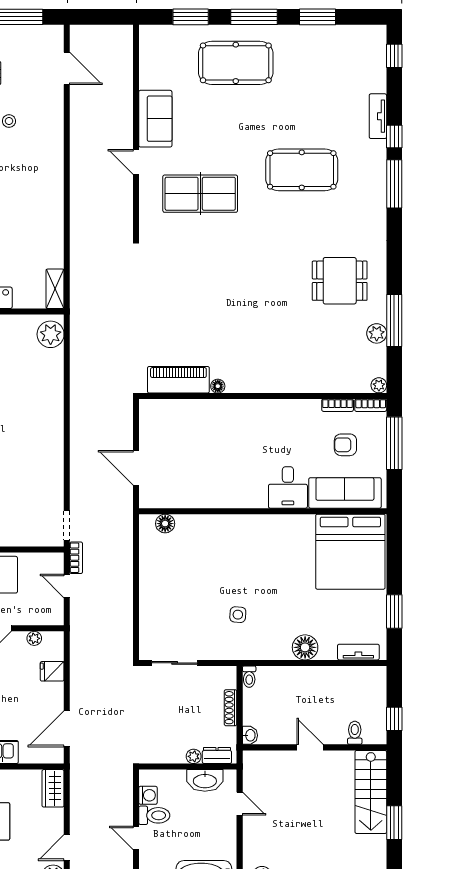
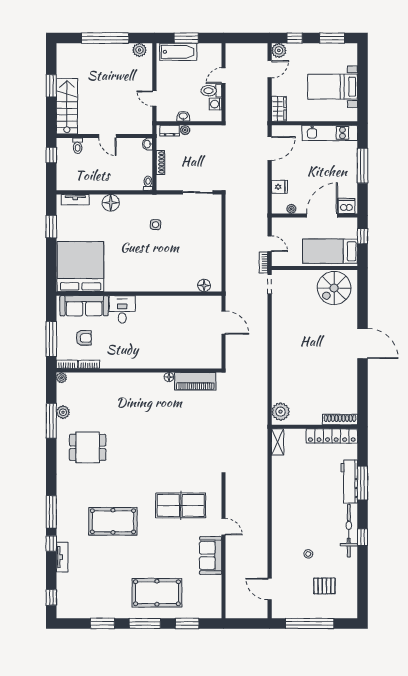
washbasin: (205, 780) -> (183, 116), width x0.52, depth x0.69
door: (136, 838) -> (224, 76), swing flipped

